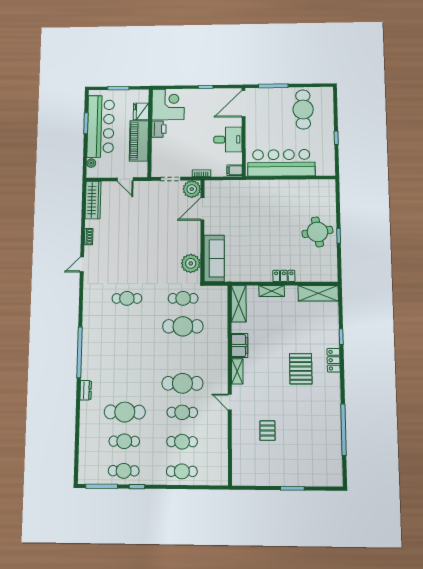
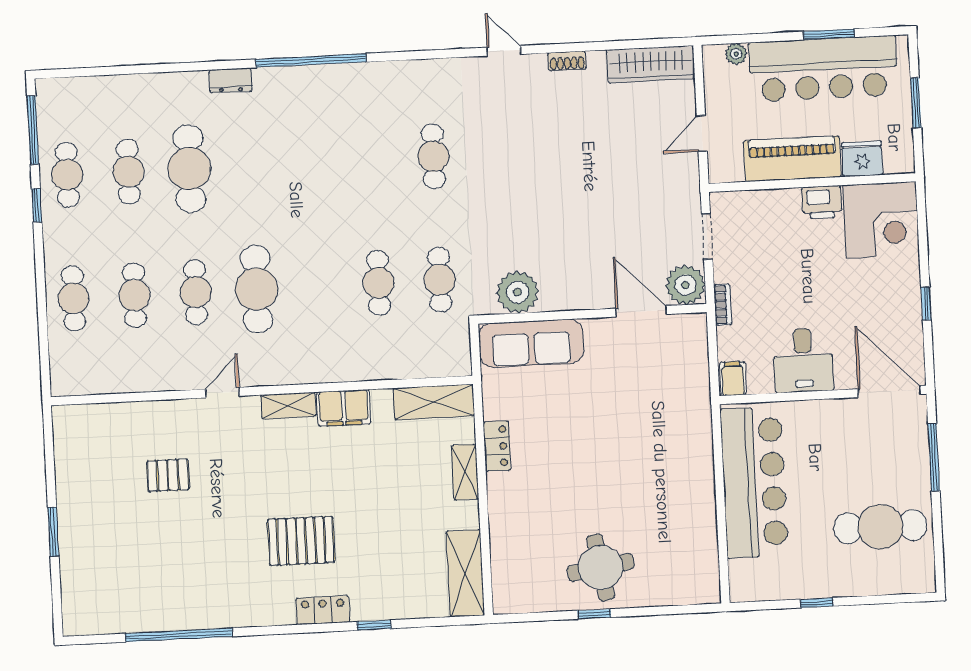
locker: (284, 276) -> (497, 446), moved
cafe table: (183, 326) -> (379, 283), width x0.73, depth x0.74

